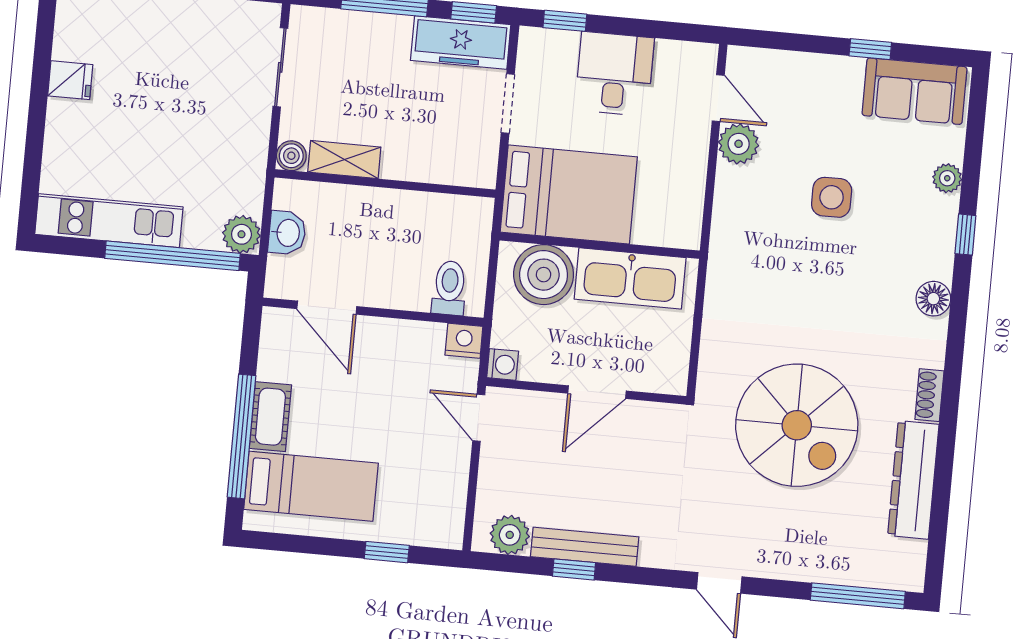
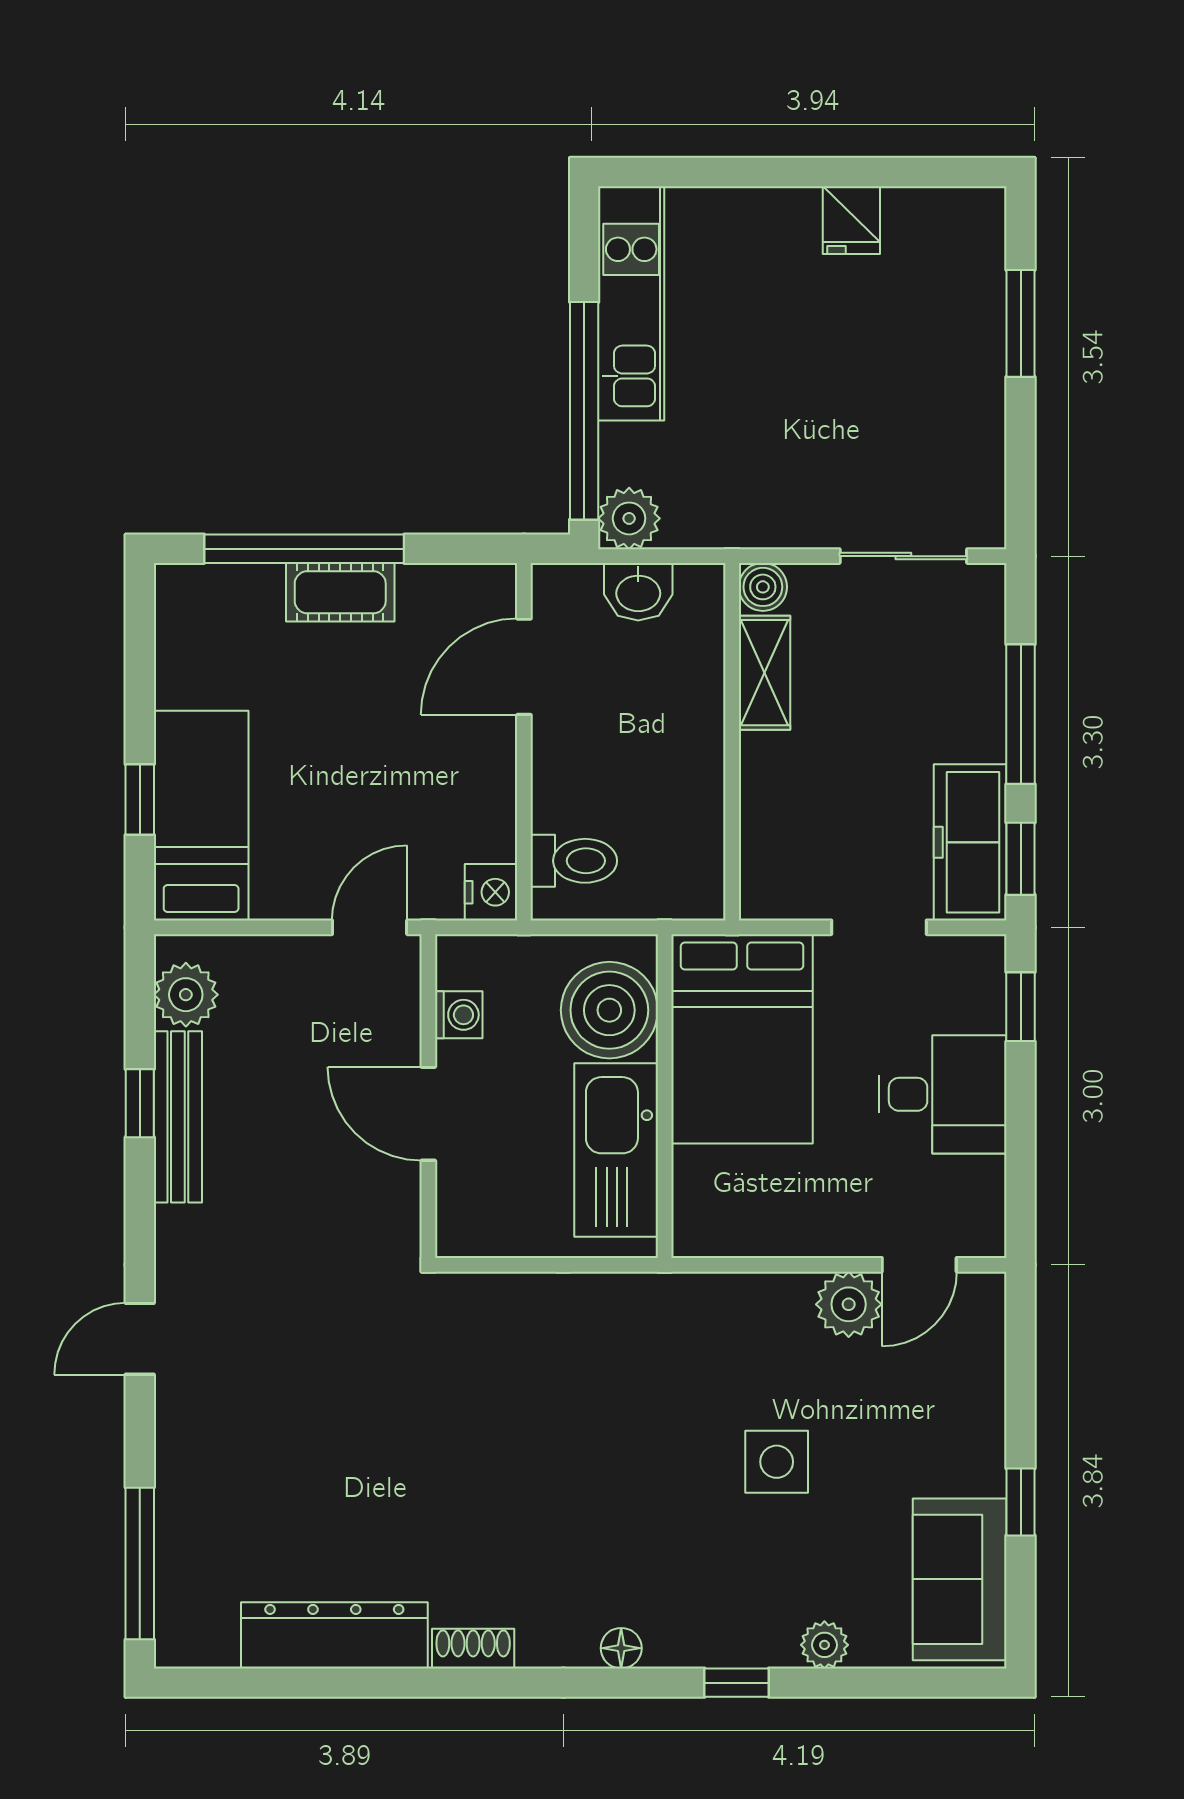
floor lamp: (933, 299) -> (621, 1648), width x0.73, depth x0.73
washing machine: (503, 364) -> (459, 1015), moved, turned -90
spiral stairs: (797, 425) -> (405, 1440), removed
bed: (311, 486) -> (201, 816), moved, turned 180

